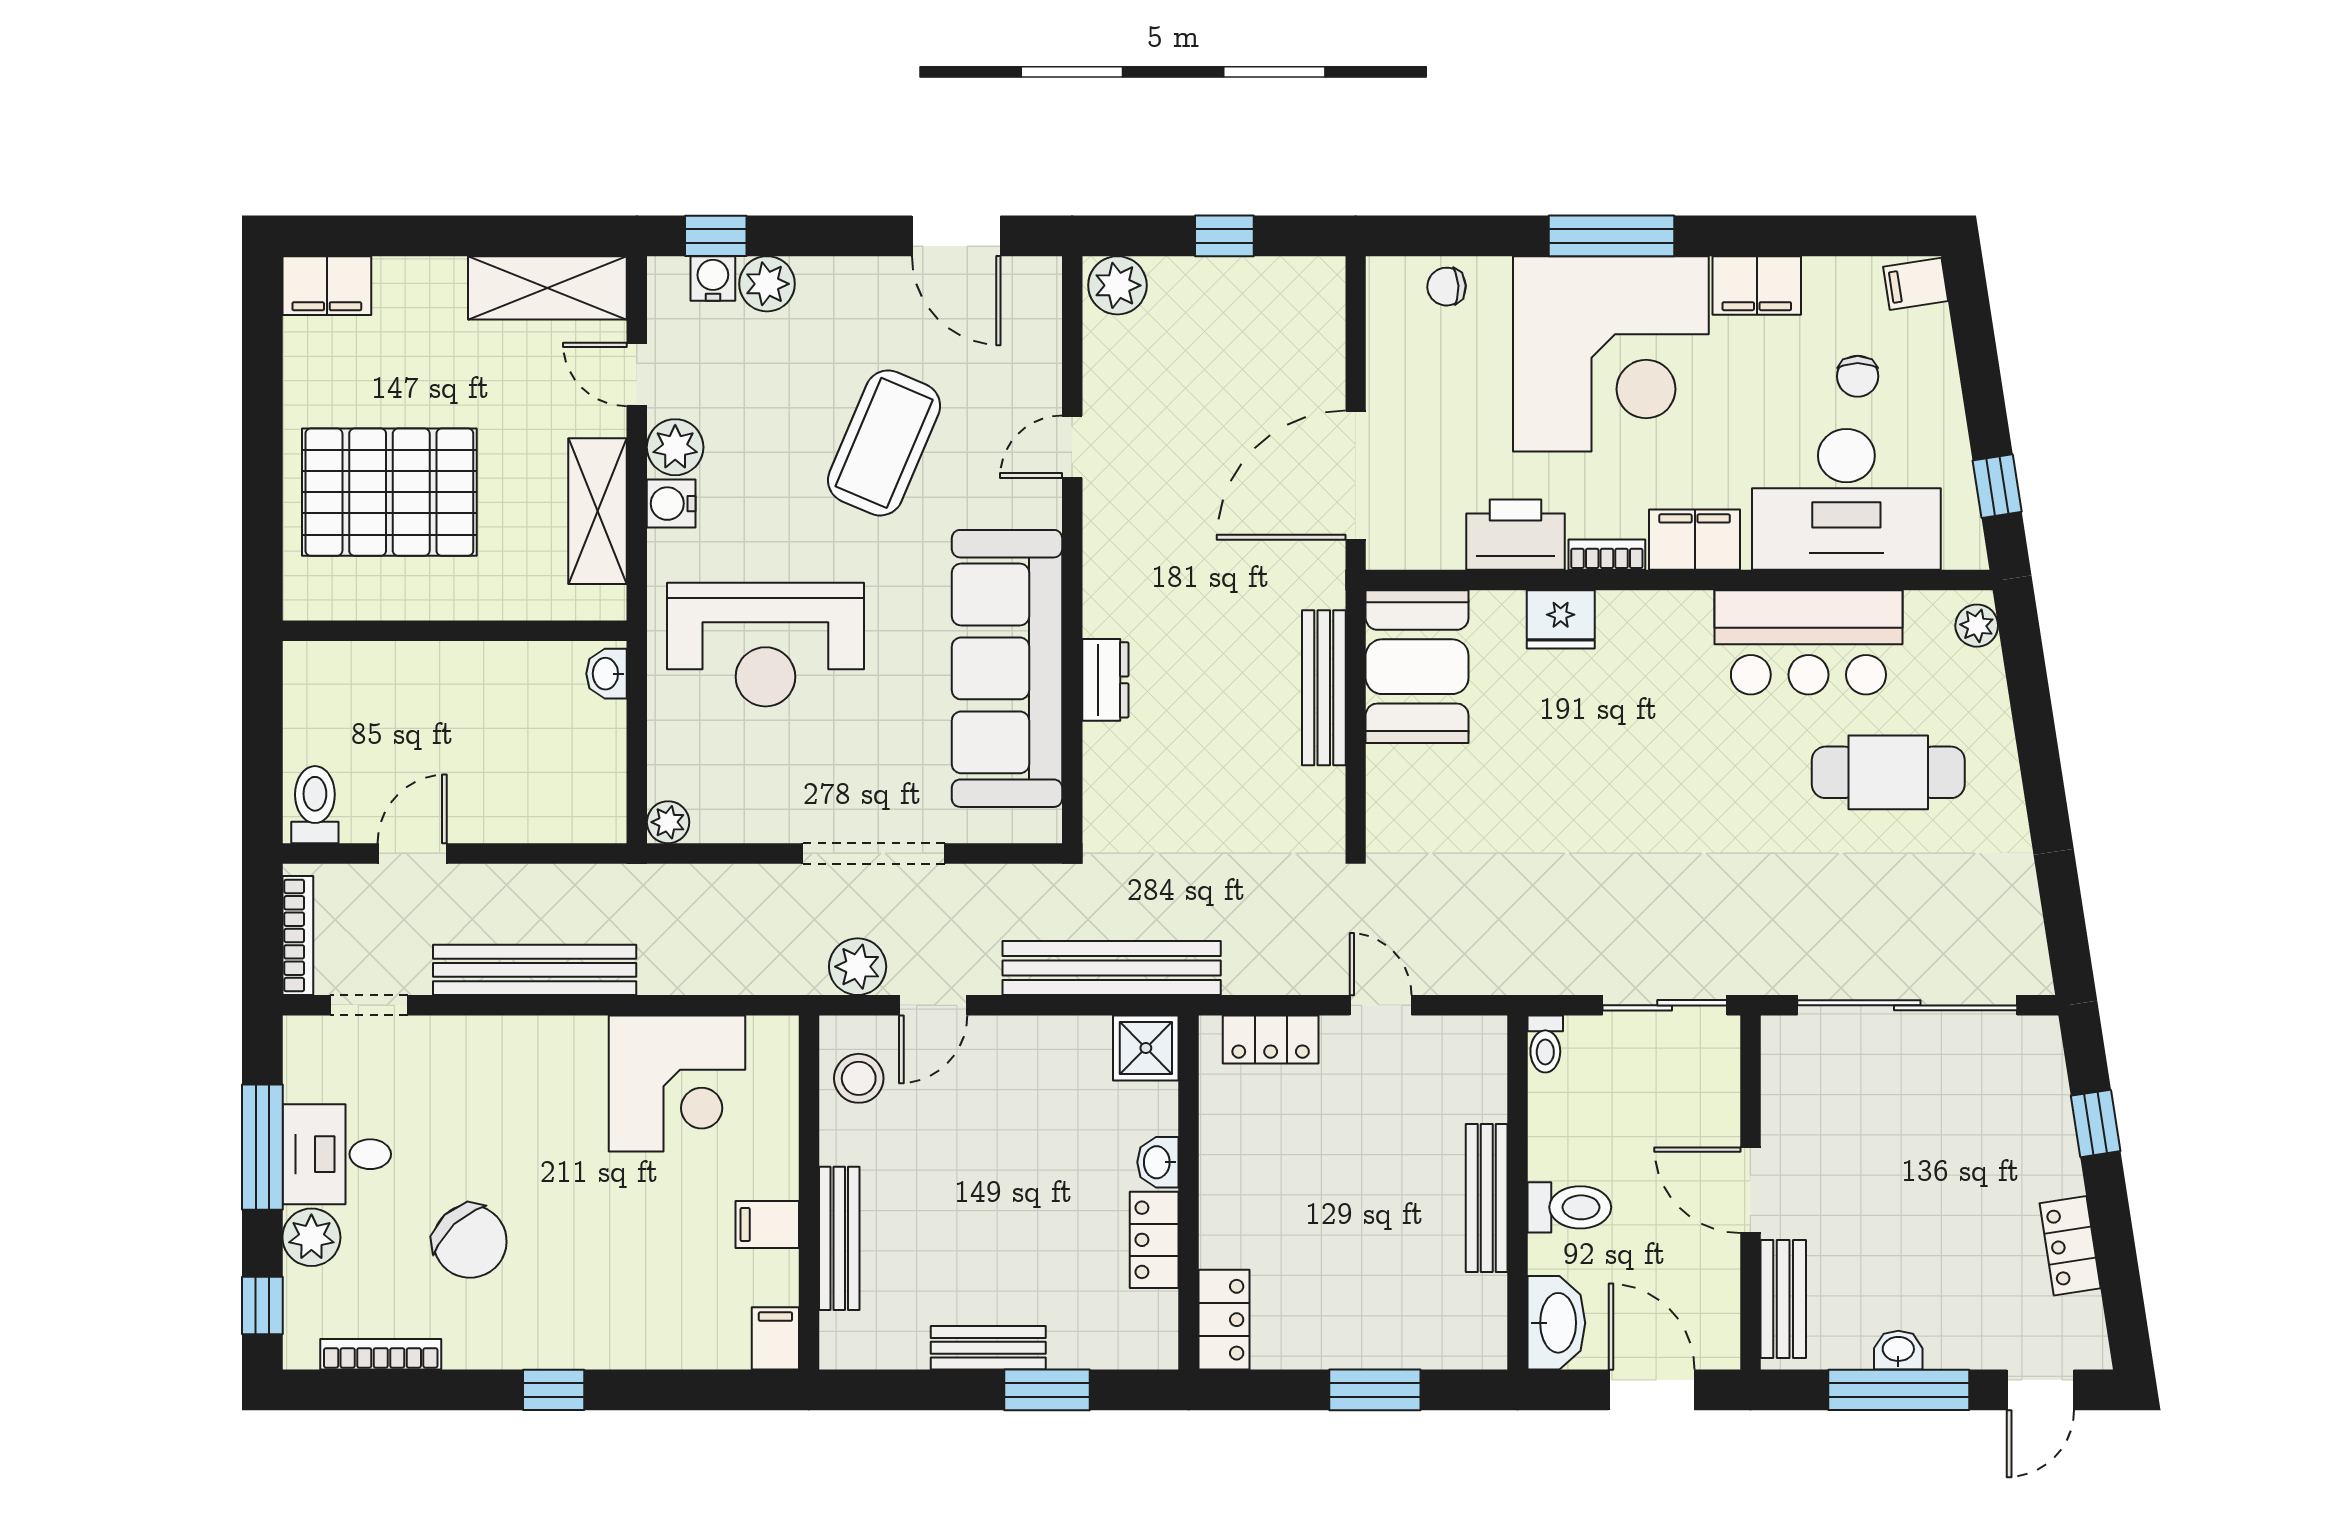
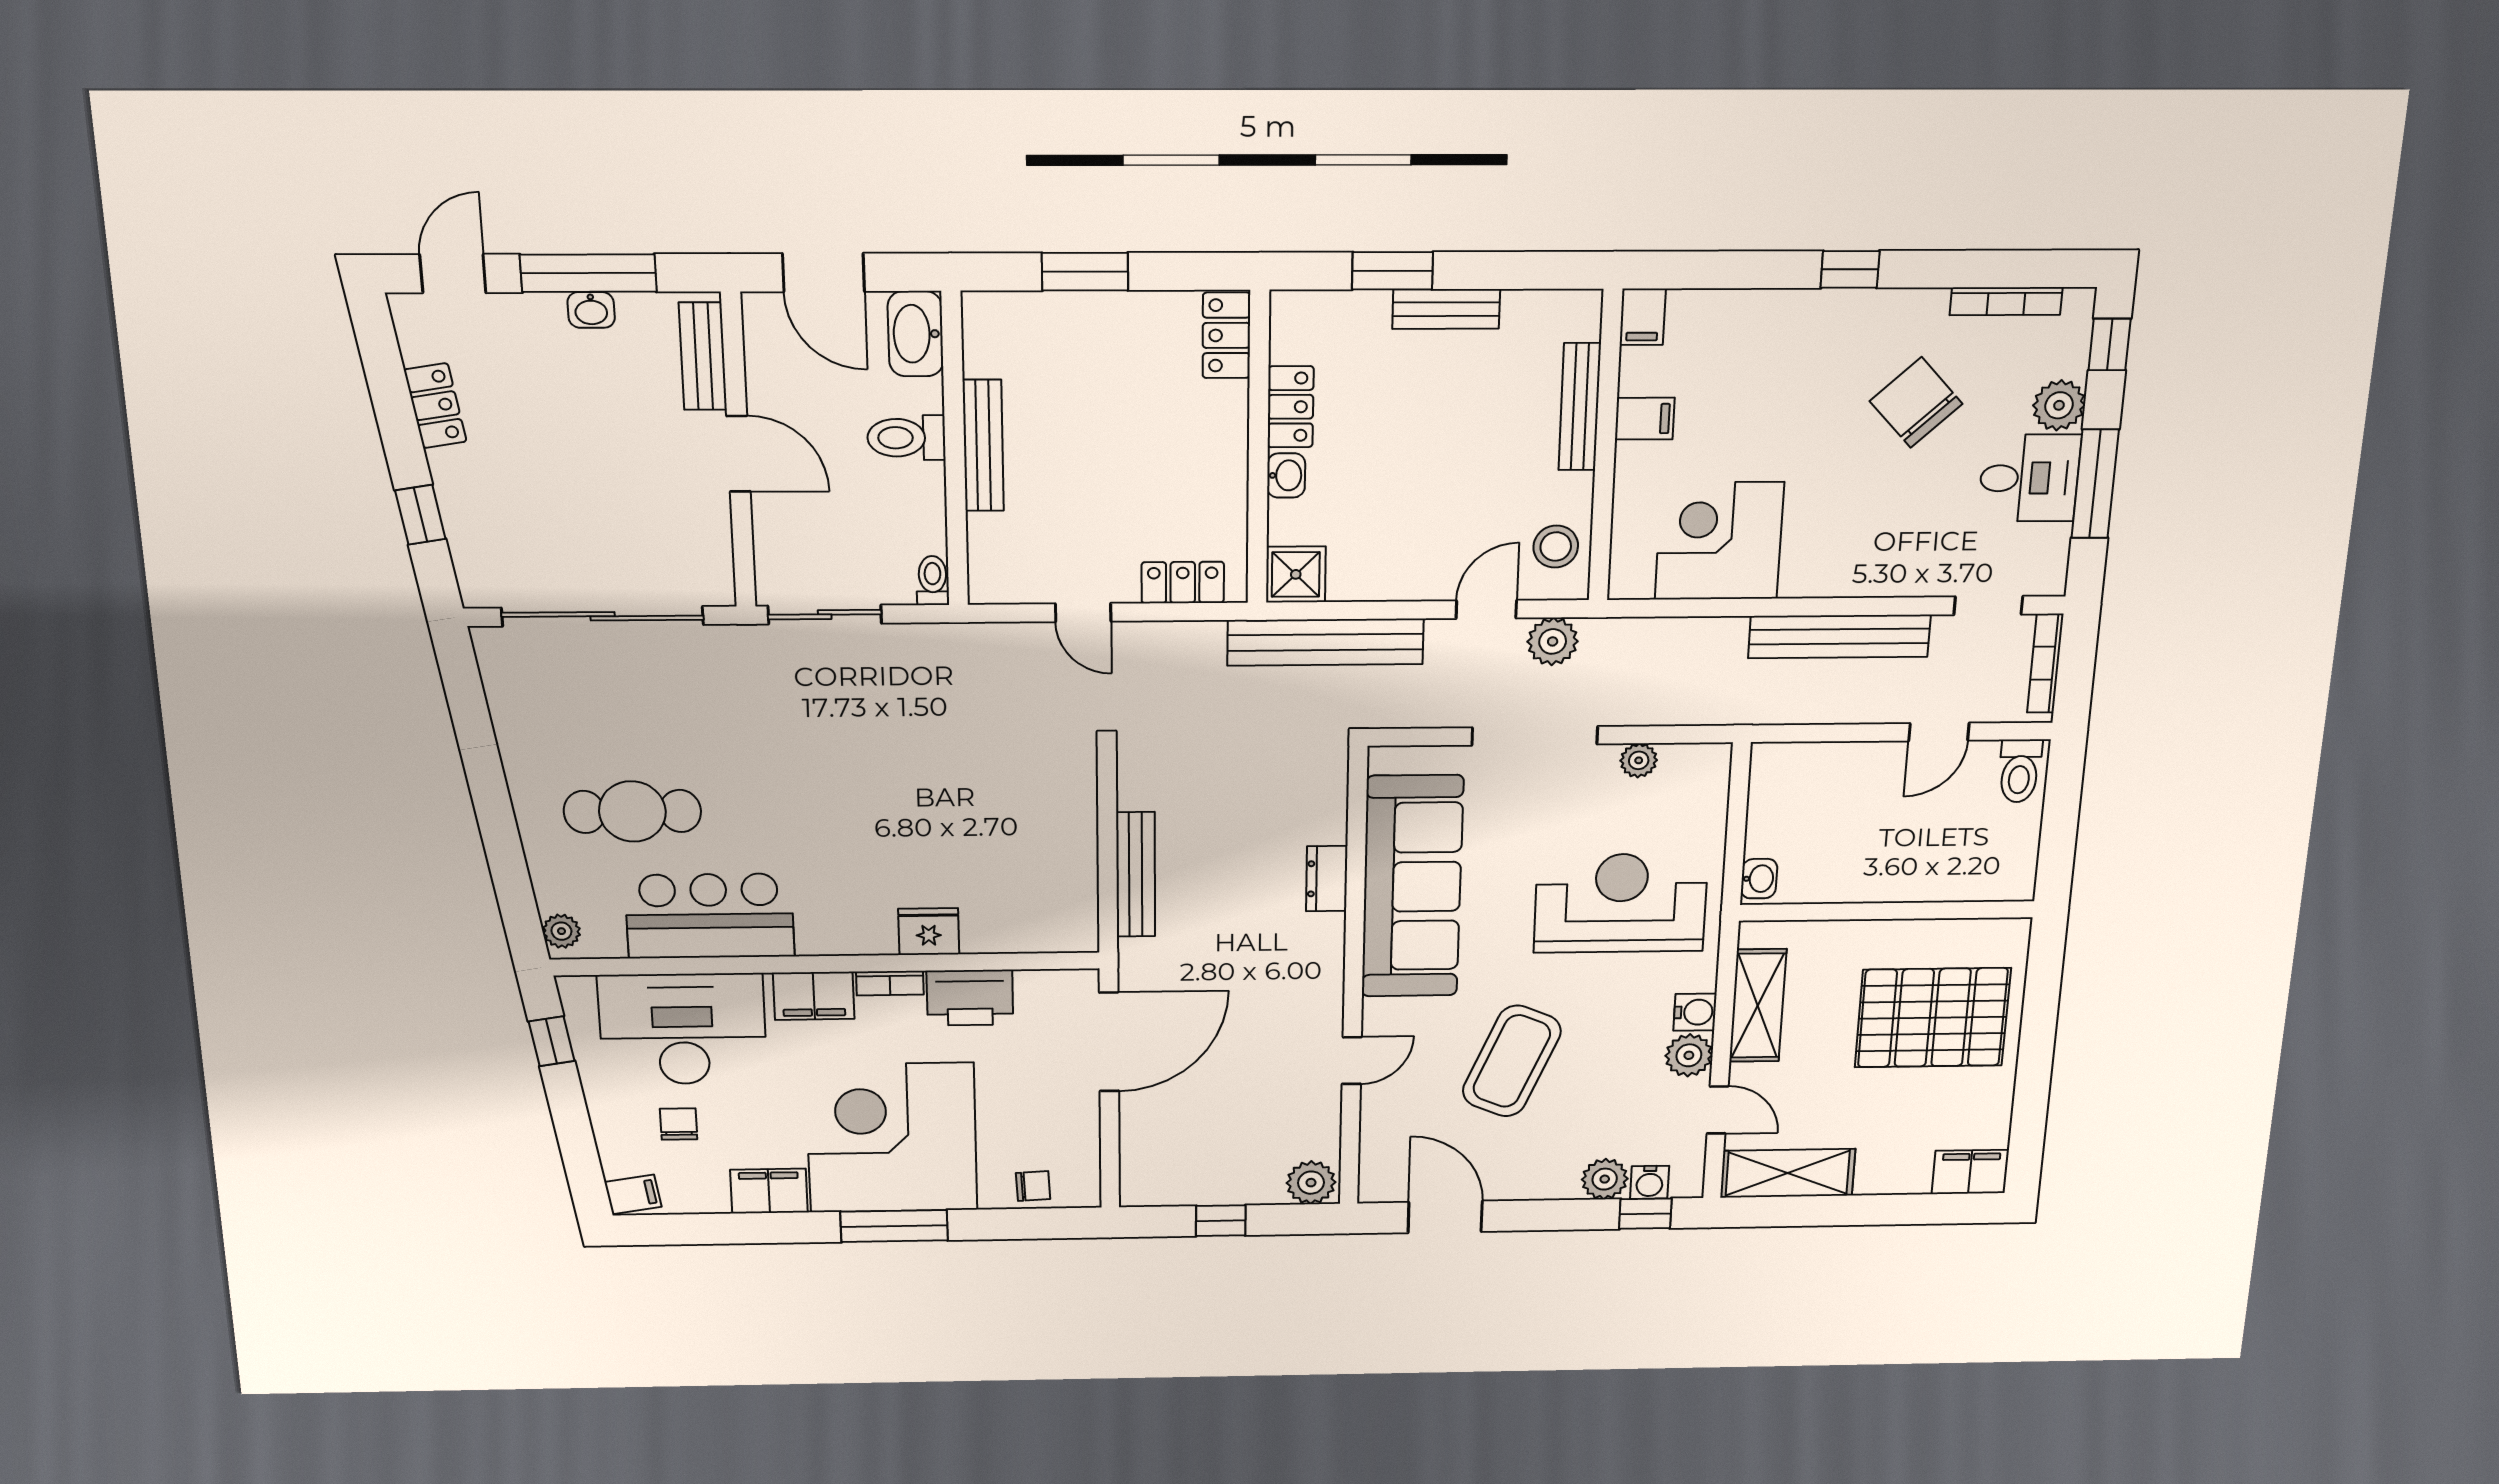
booth: (1417, 667) -> (1054, 892), removed
plant: (668, 822) -> (1639, 760), moved

